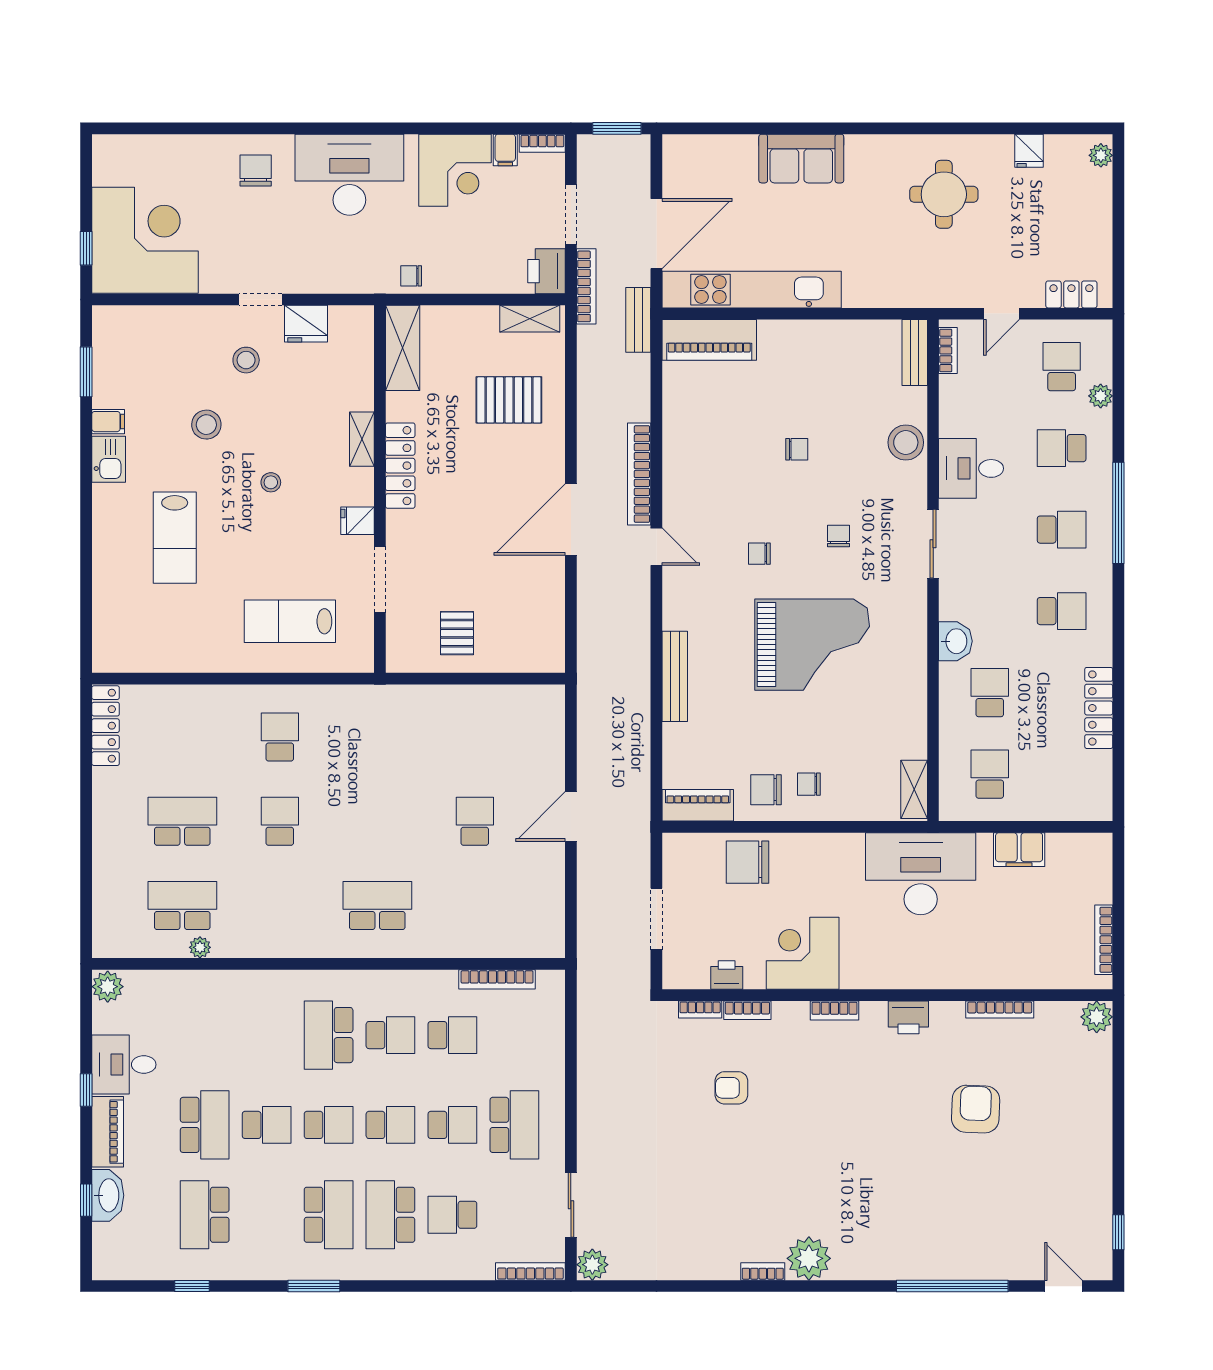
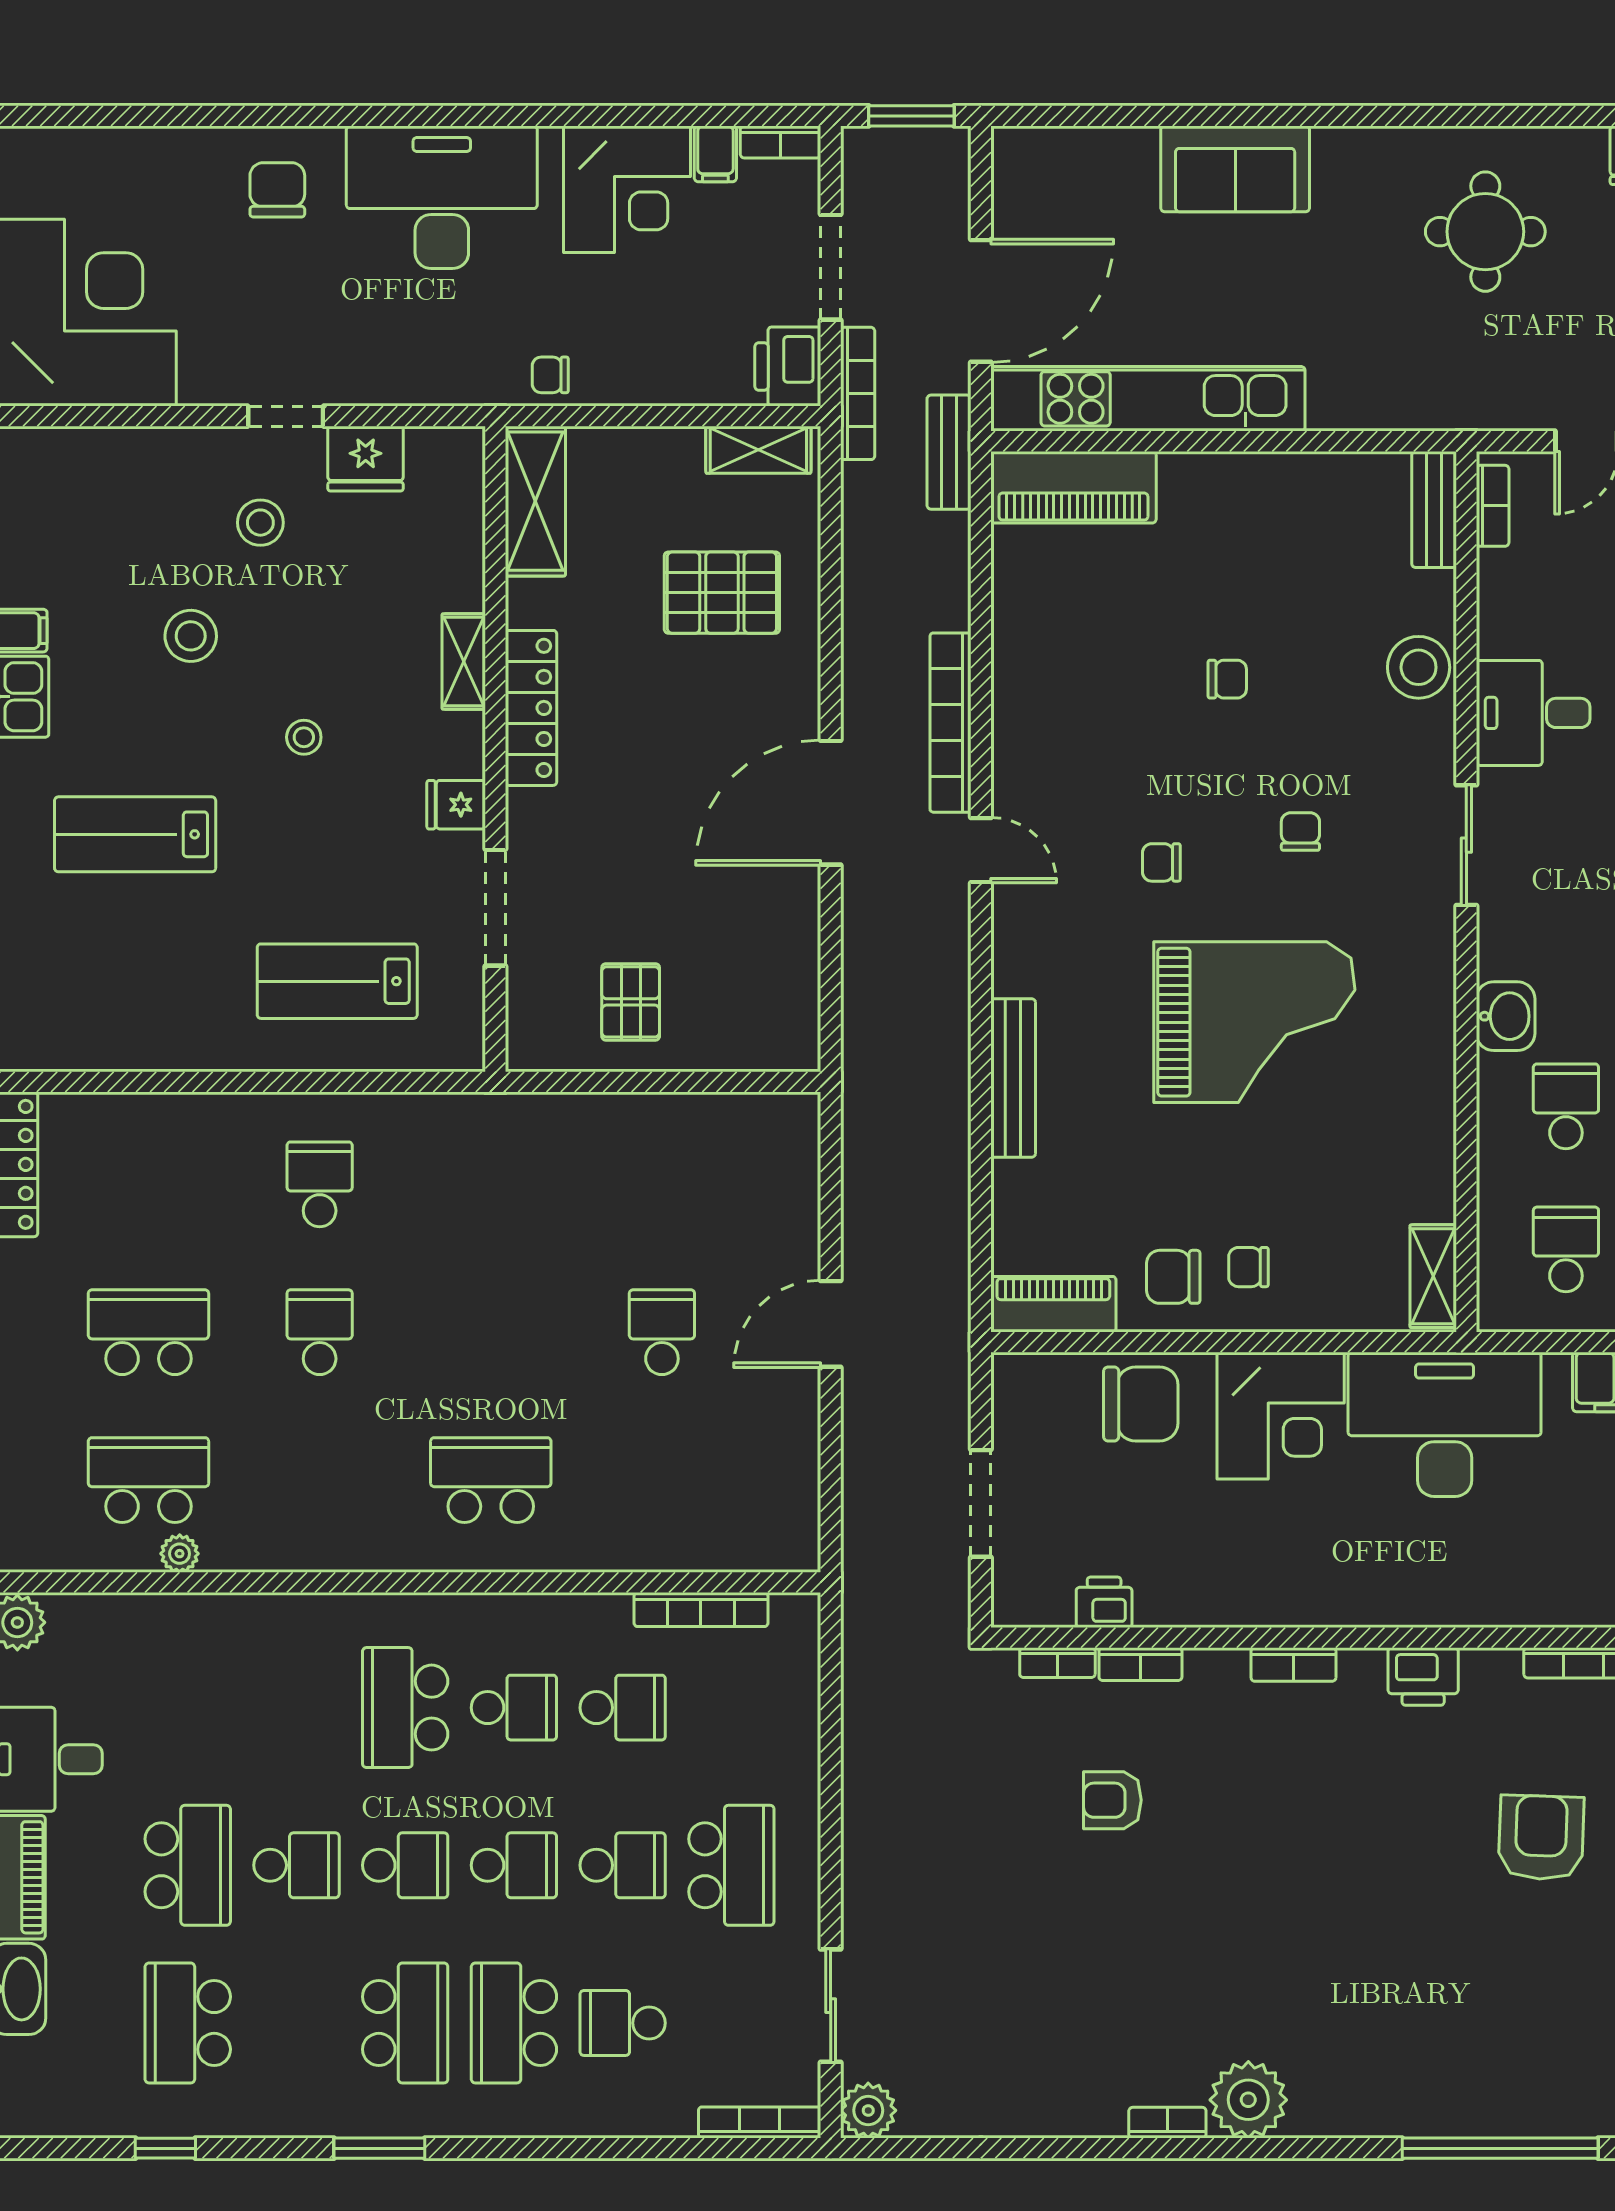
lab bench: (175, 538) -> (135, 834), turned 90
chair: (748, 862) -> (1141, 1404), turned 180
corner desk: (803, 953) -> (1281, 1416), moved, turned 180

